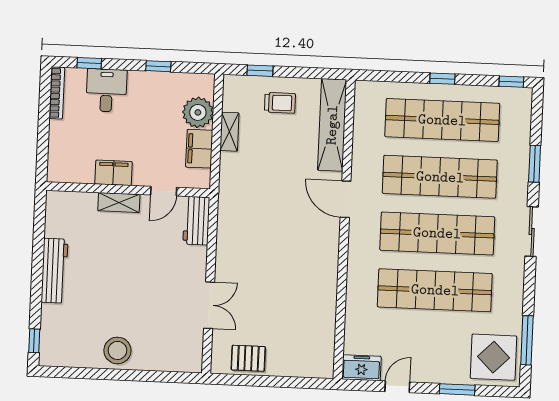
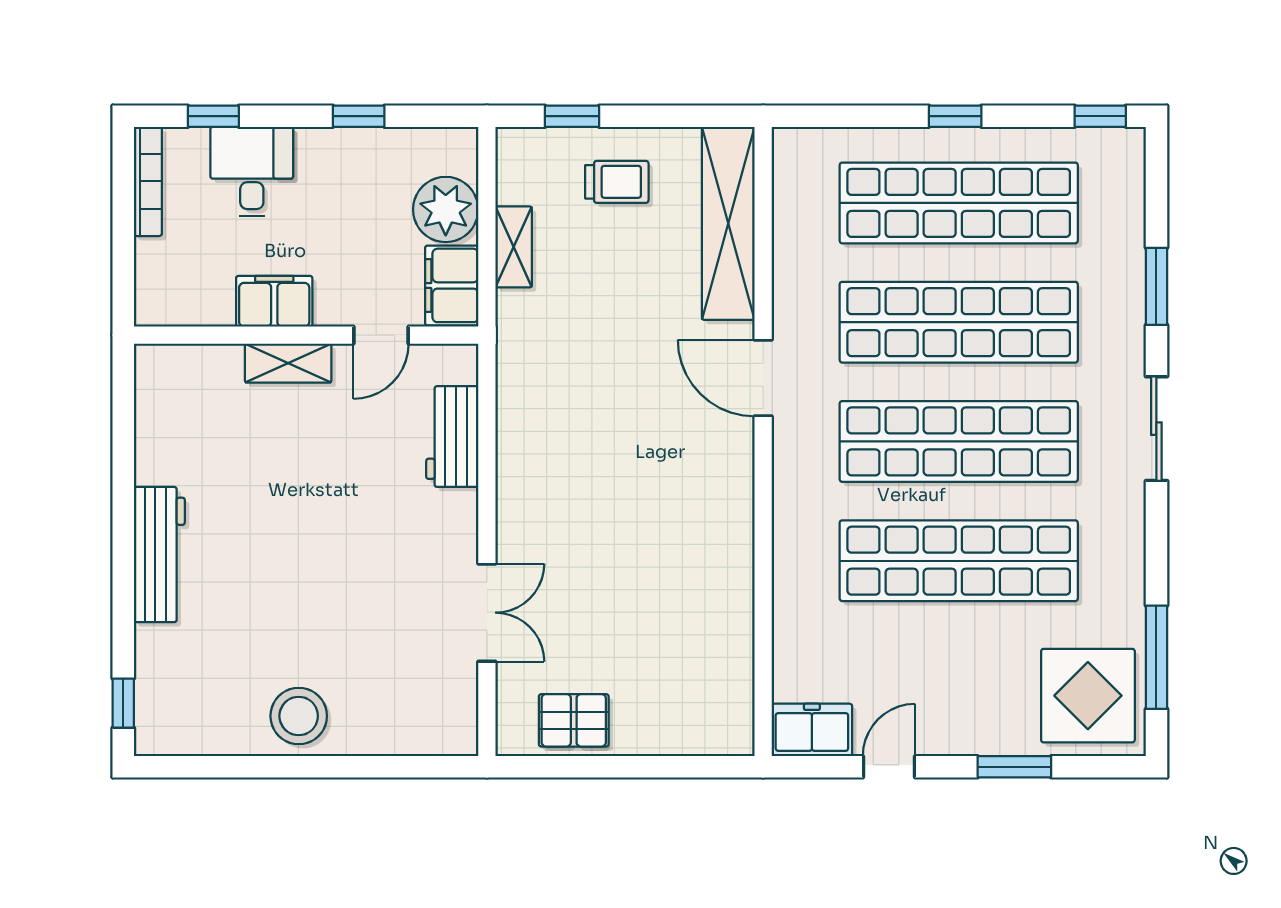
filing cabinet: (114, 173) -> (274, 301), moved
wall: (128, 190) -> (306, 335), moved
door: (164, 191) -> (381, 335), moved
shelving: (119, 203) -> (288, 363), moved

